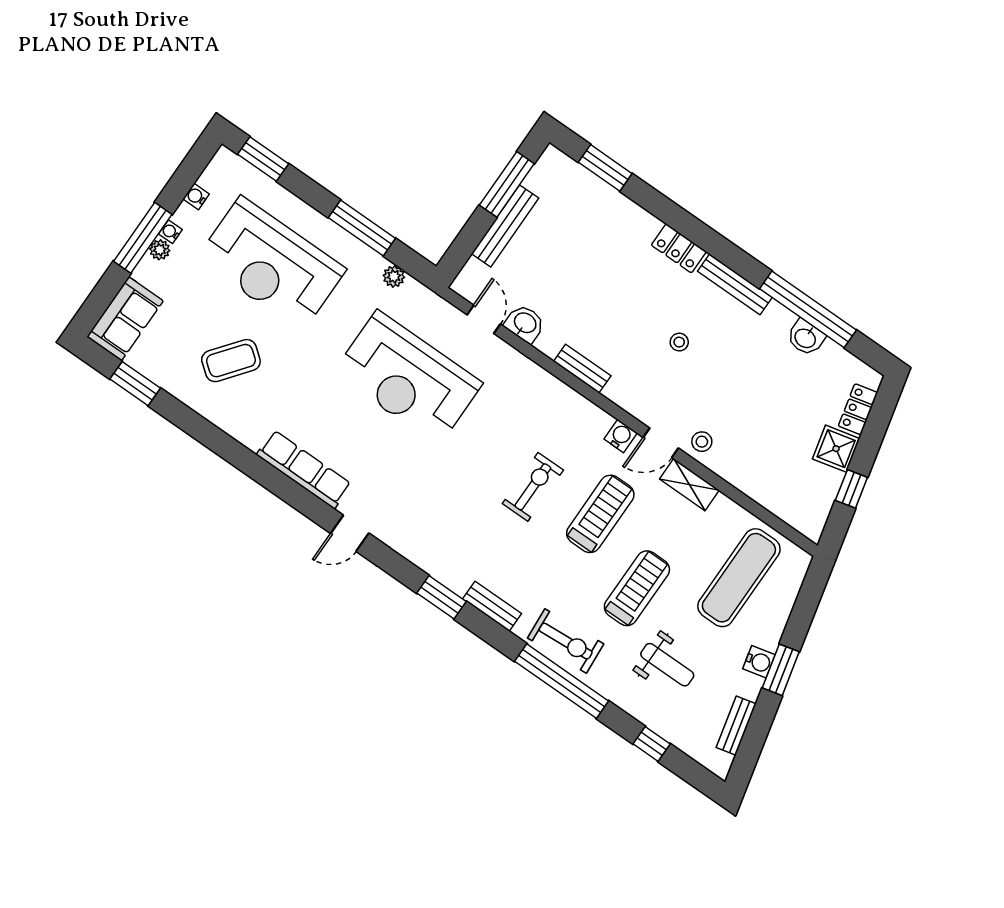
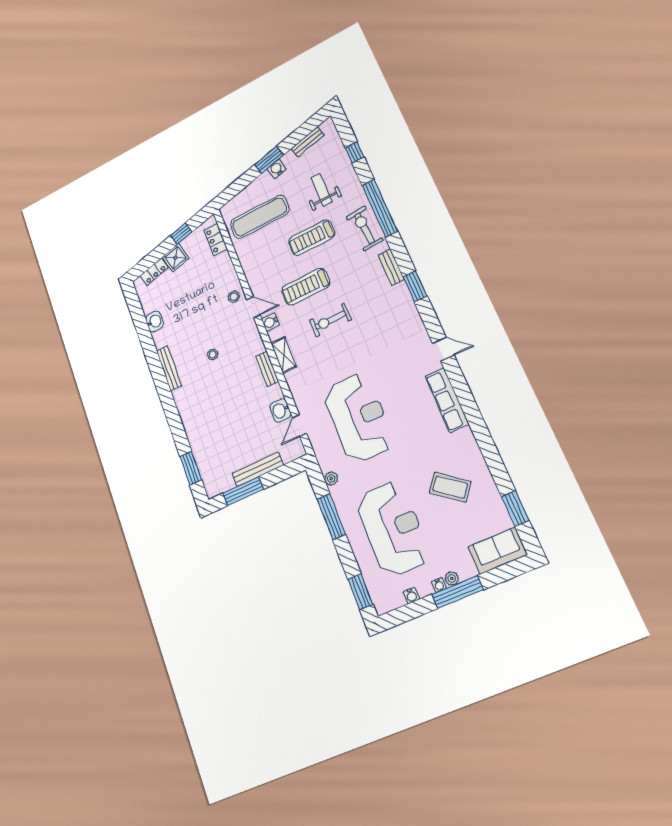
locker: (679, 248) -> (216, 239), moved, turned 180
window: (808, 309) -> (145, 335), removed
shelving: (689, 485) -> (284, 355), moved

